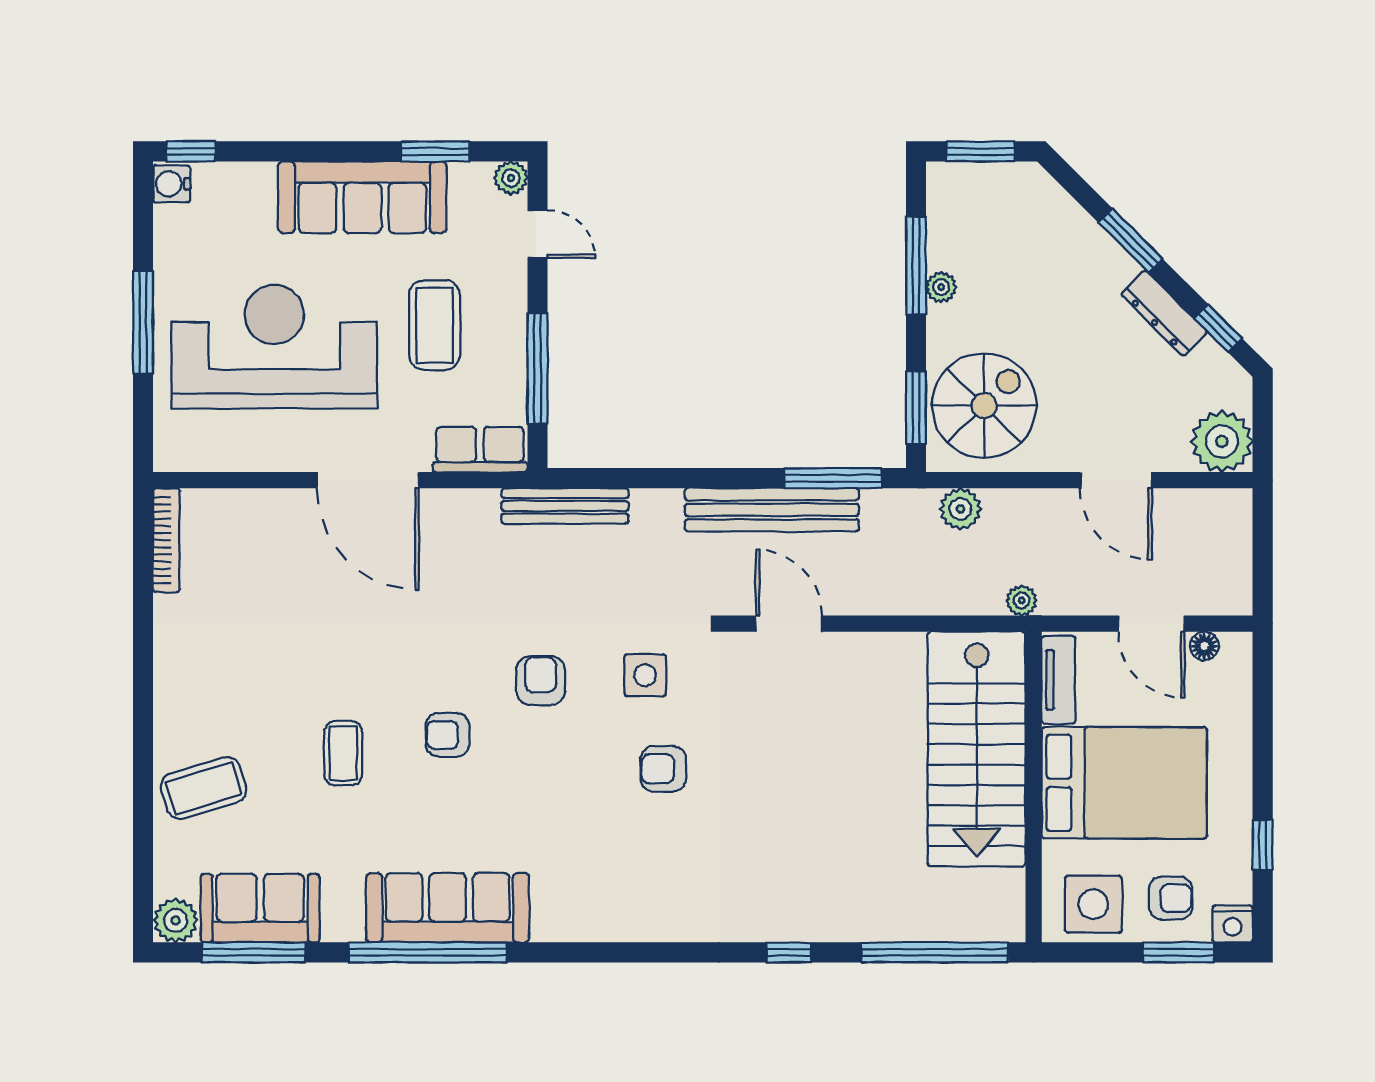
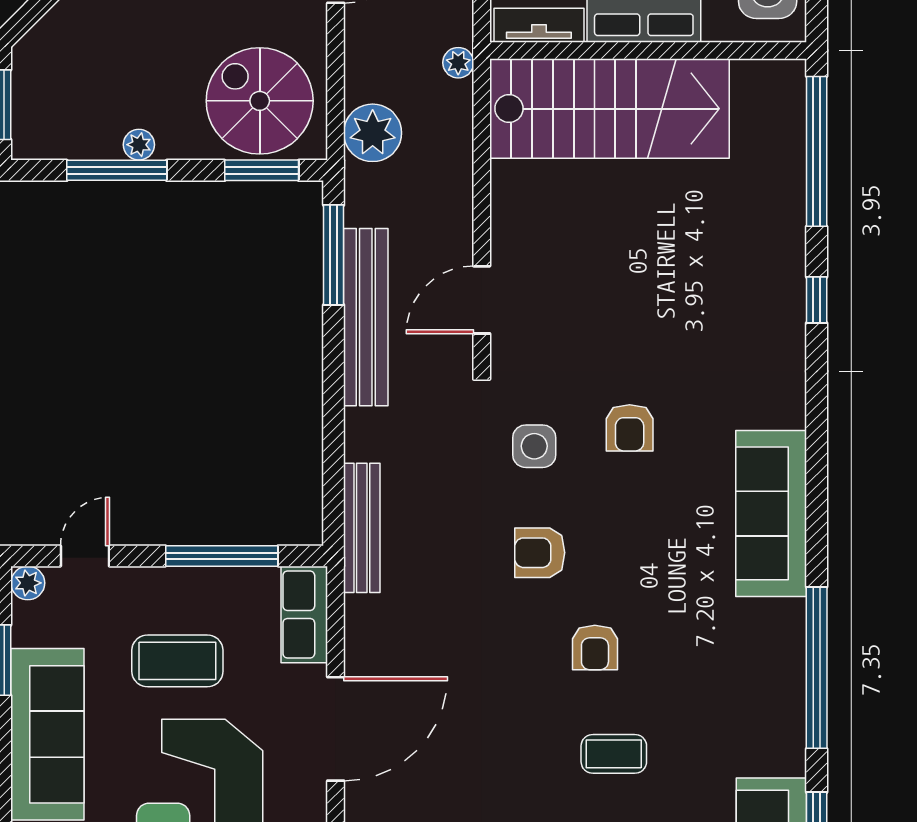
plant: (960, 509) -> (373, 133), width x1.36, depth x1.36
sofa: (448, 908) -> (771, 513), moved

